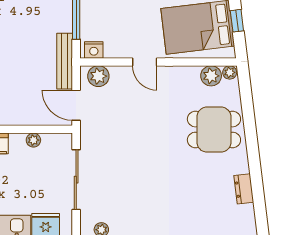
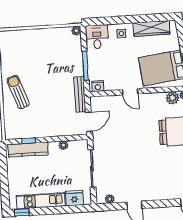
plant: (98, 76) -> (102, 103), removed
door: (76, 105) -> (89, 122), swing flipped

